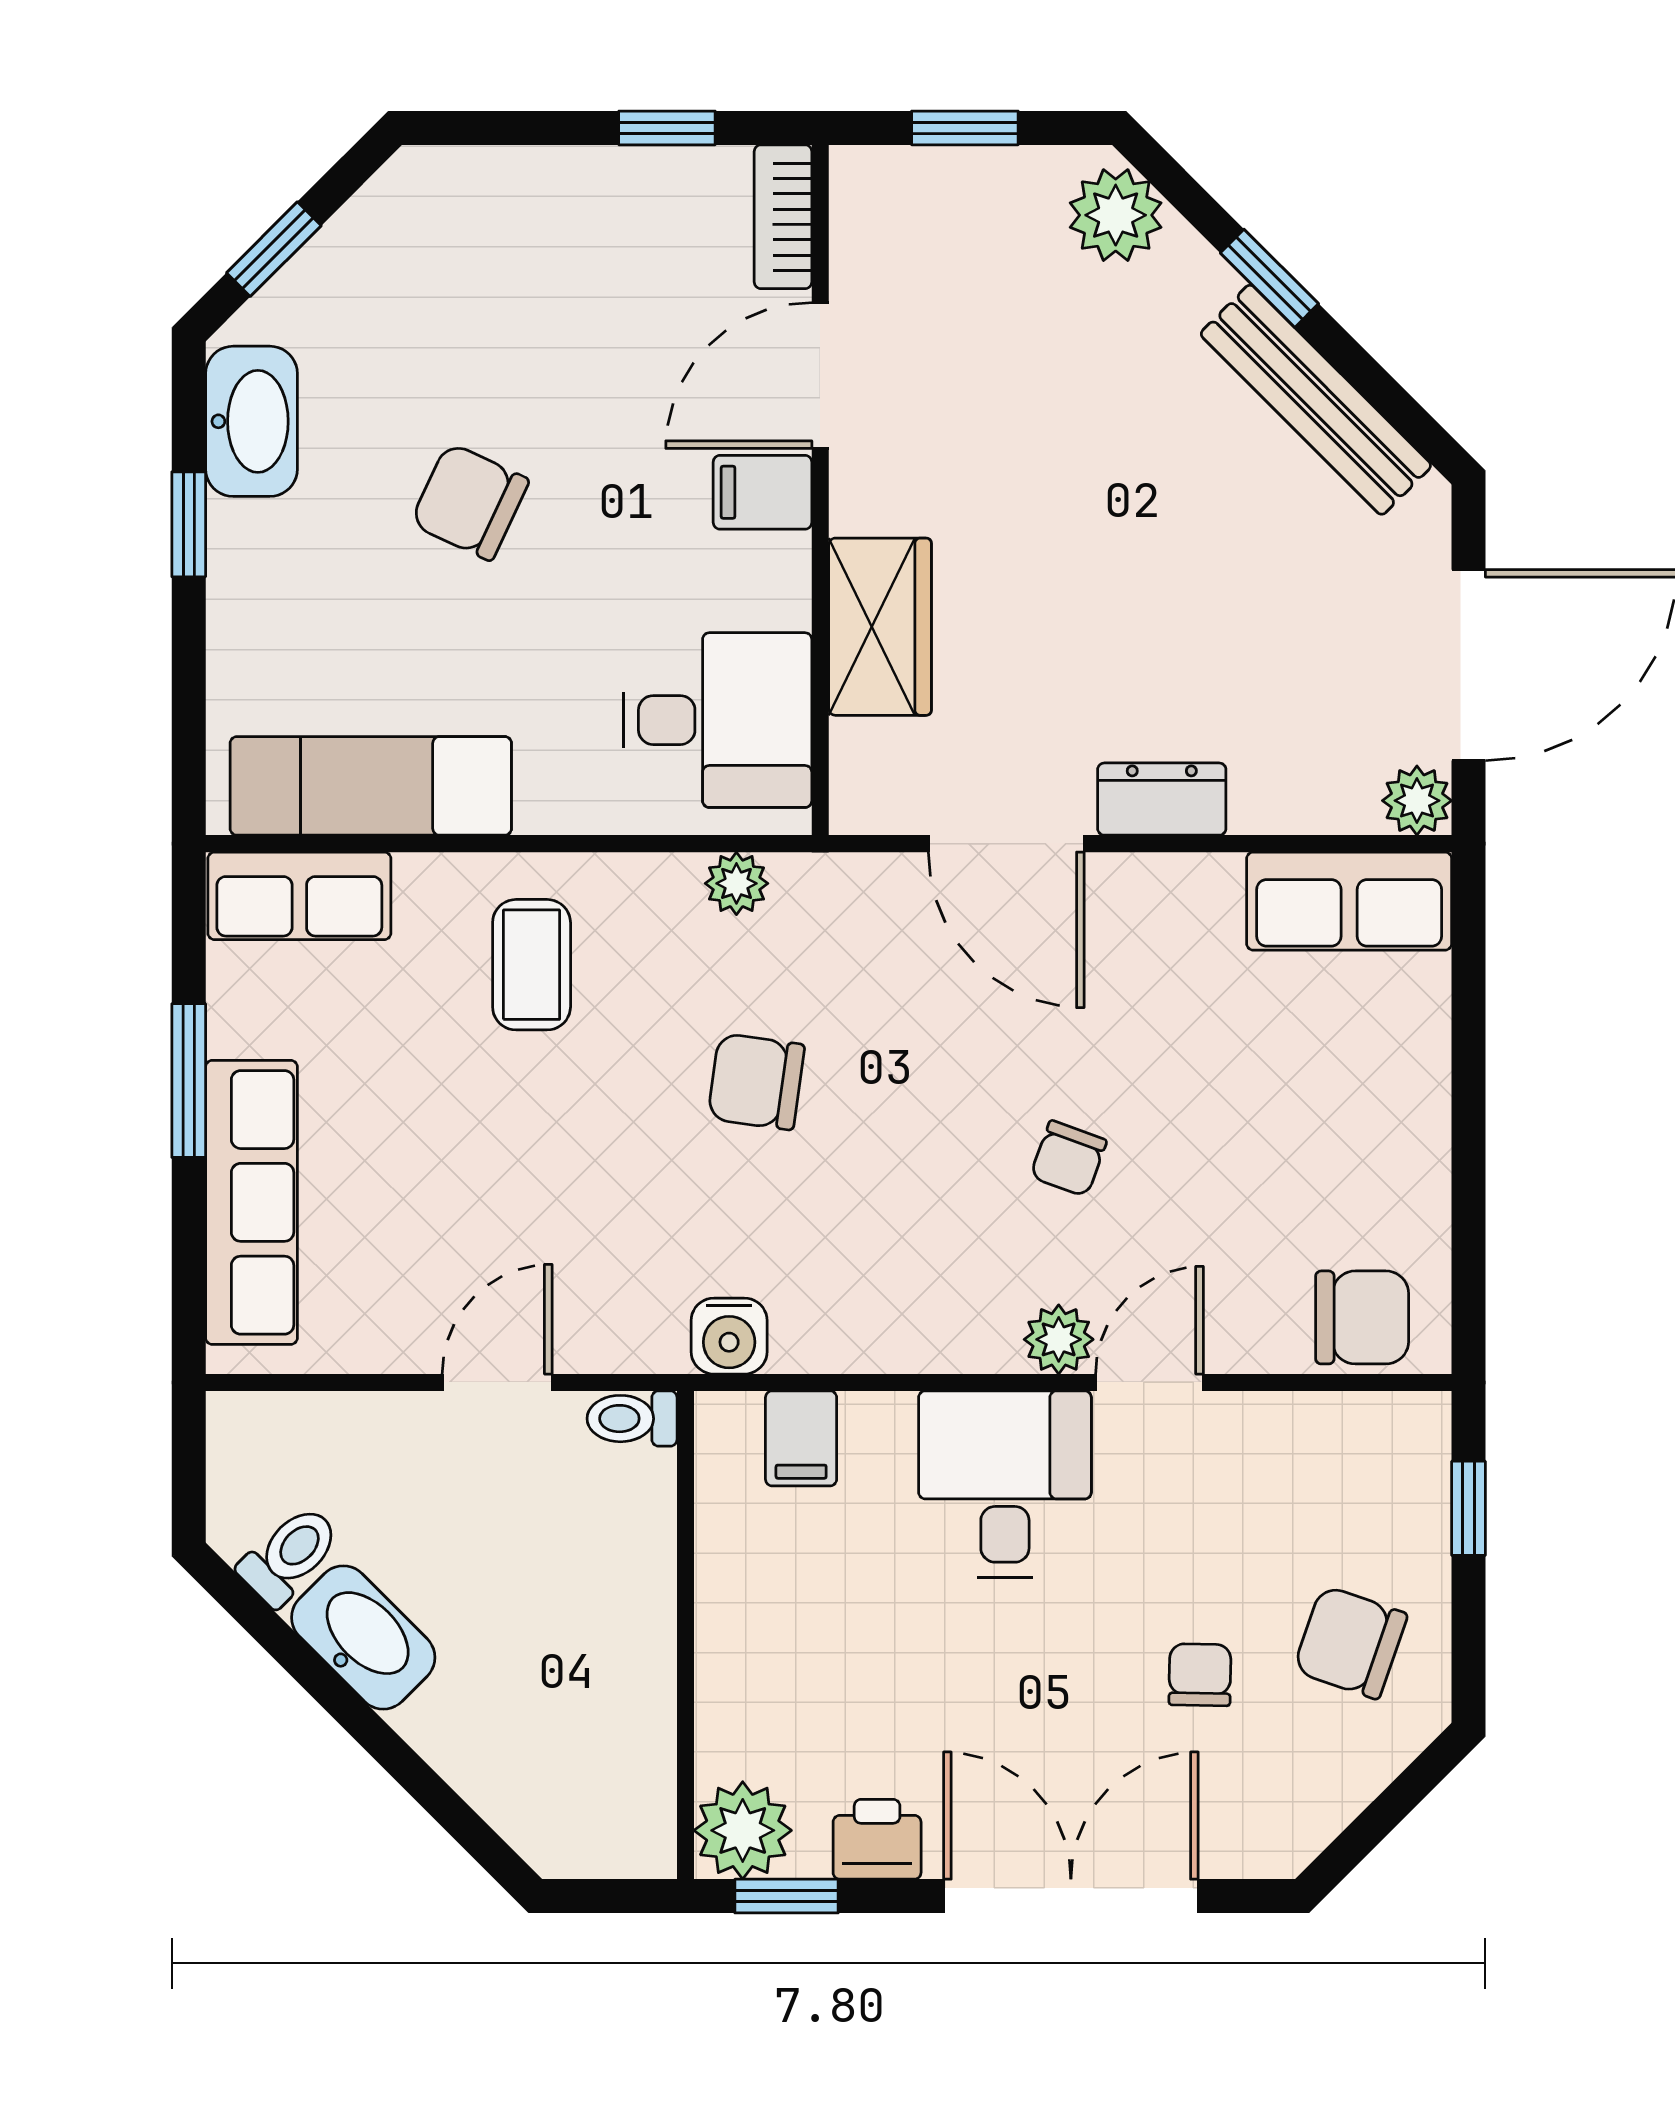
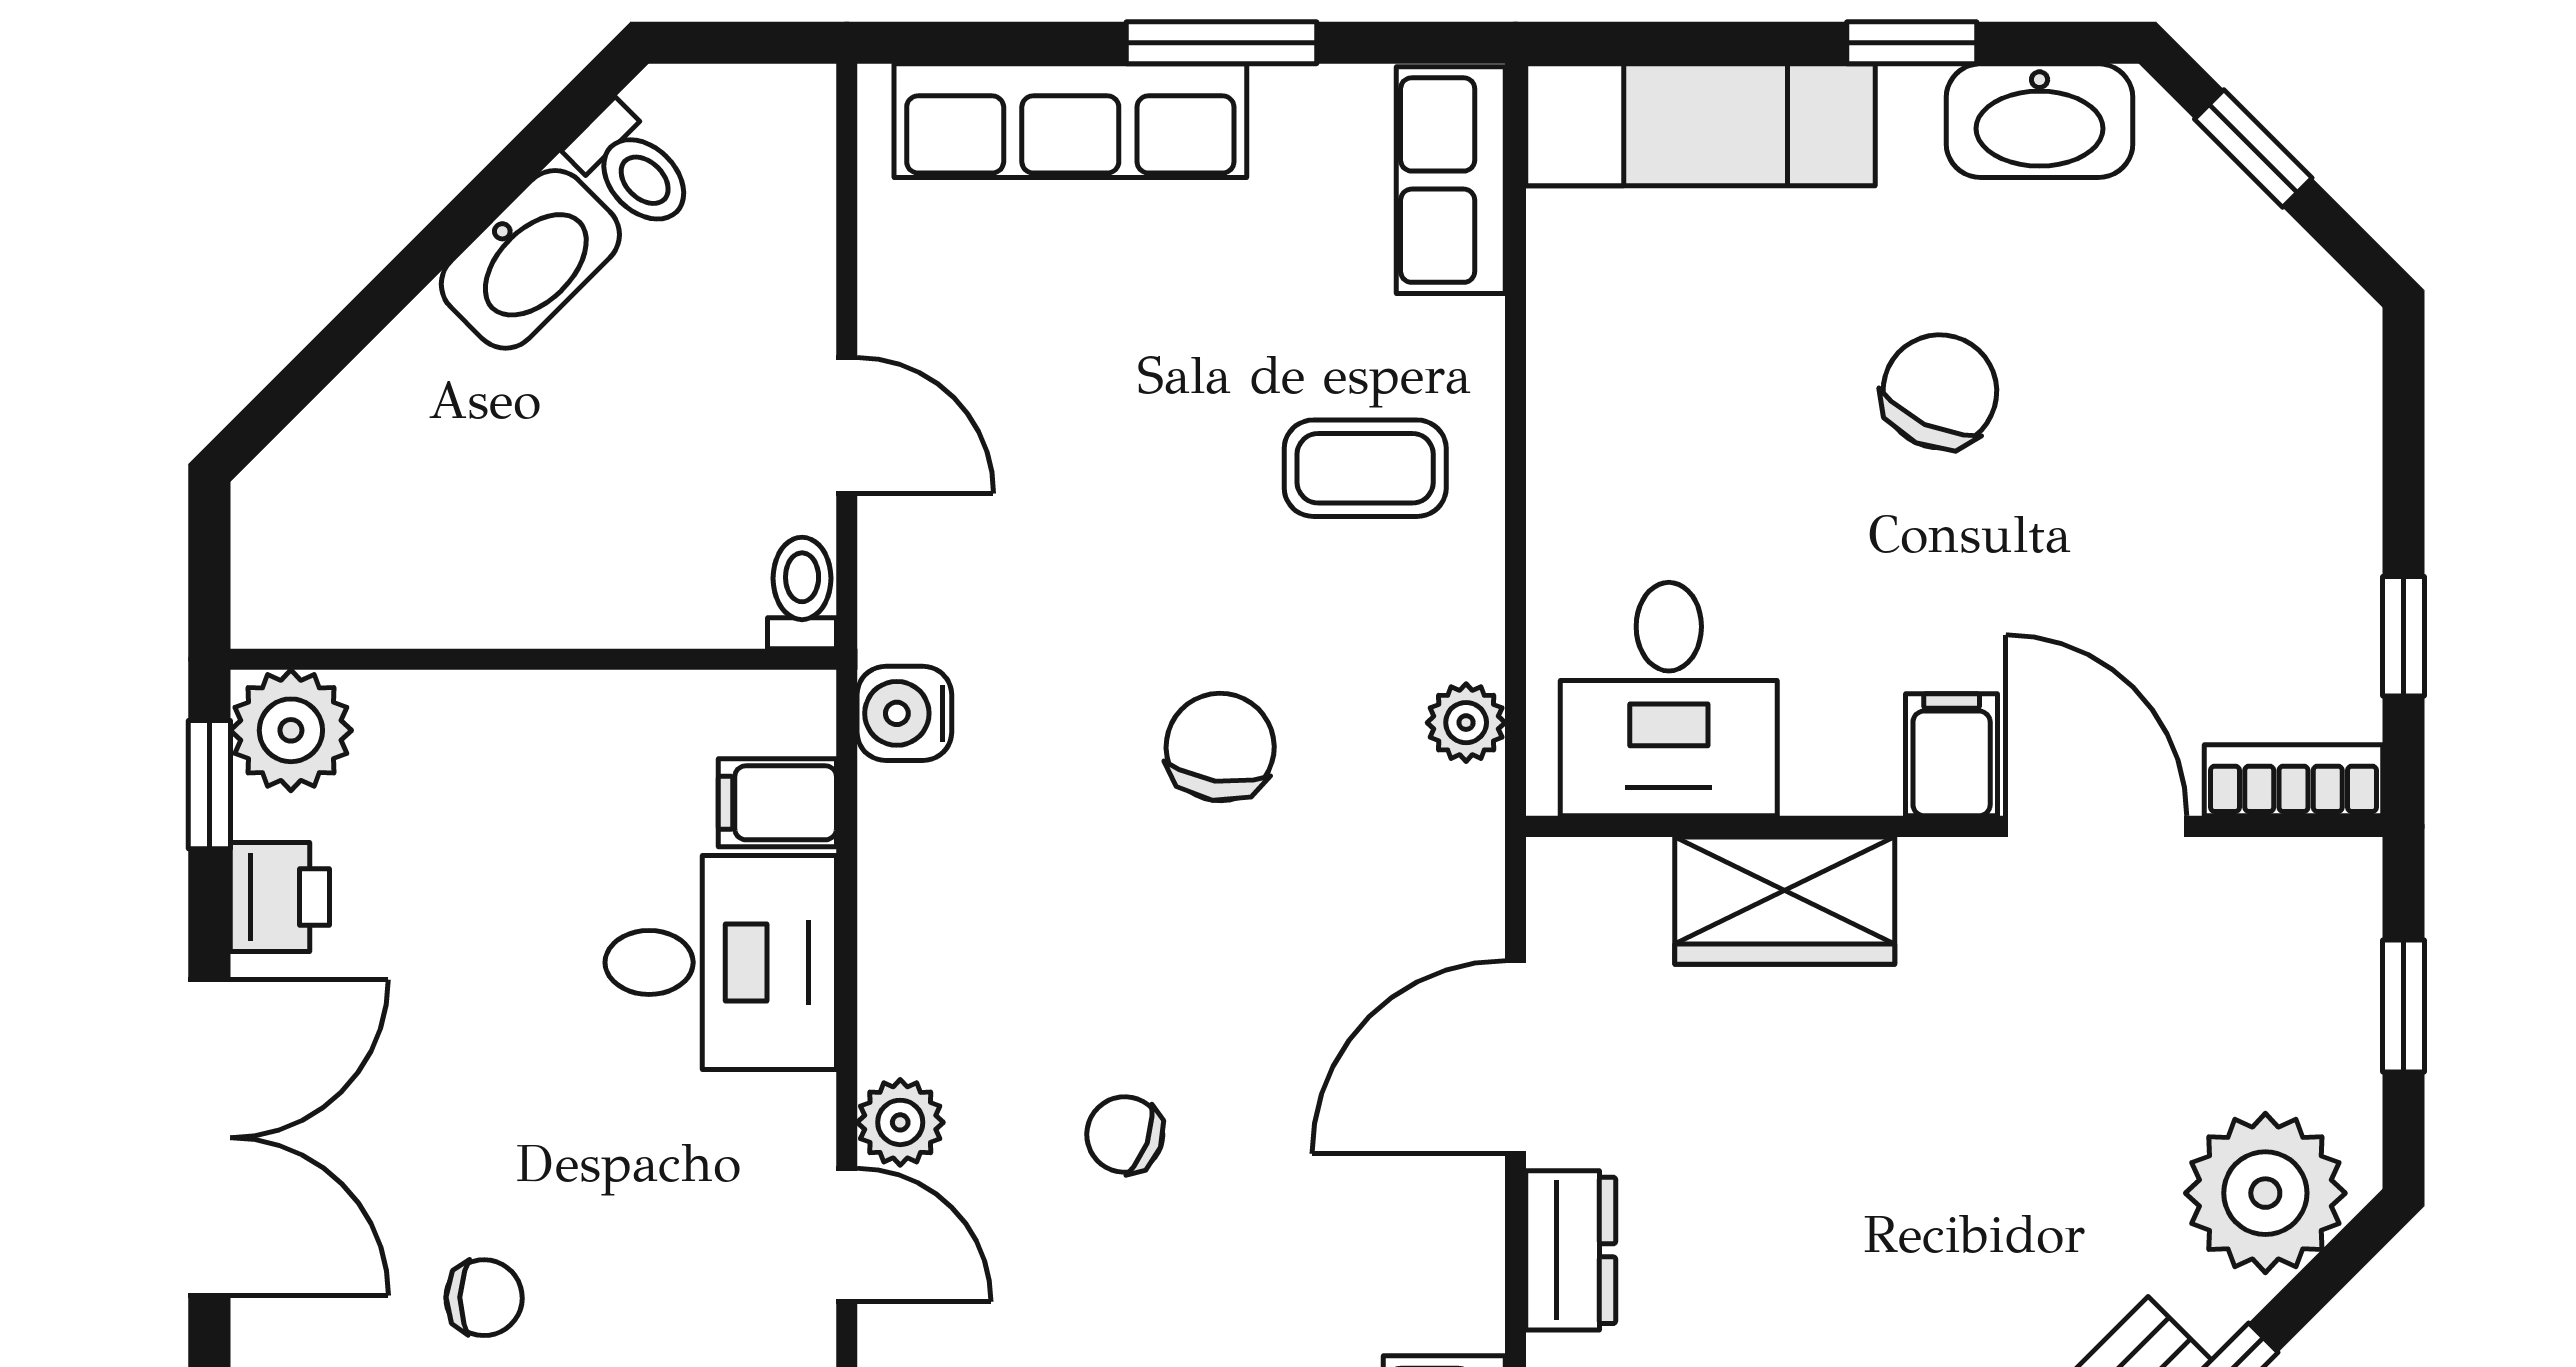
plant: (1116, 215) -> (2265, 1193), width x1.36, depth x1.36
exam couch: (371, 786) -> (1700, 125), moved, turned 90
desk: (1005, 1484) -> (721, 962), moved

